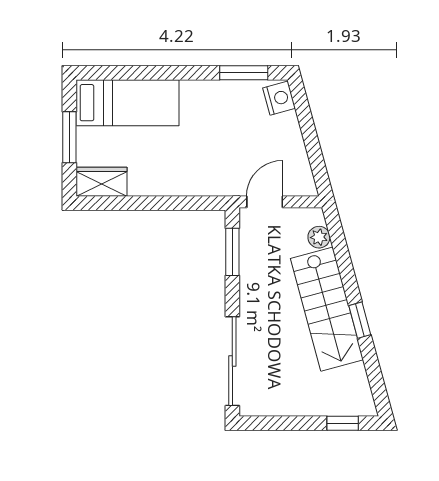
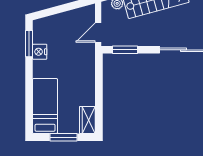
nightstand: (279, 98) -> (40, 52), moved, turned -75
door: (265, 202) -> (98, 33), hinge flipped

